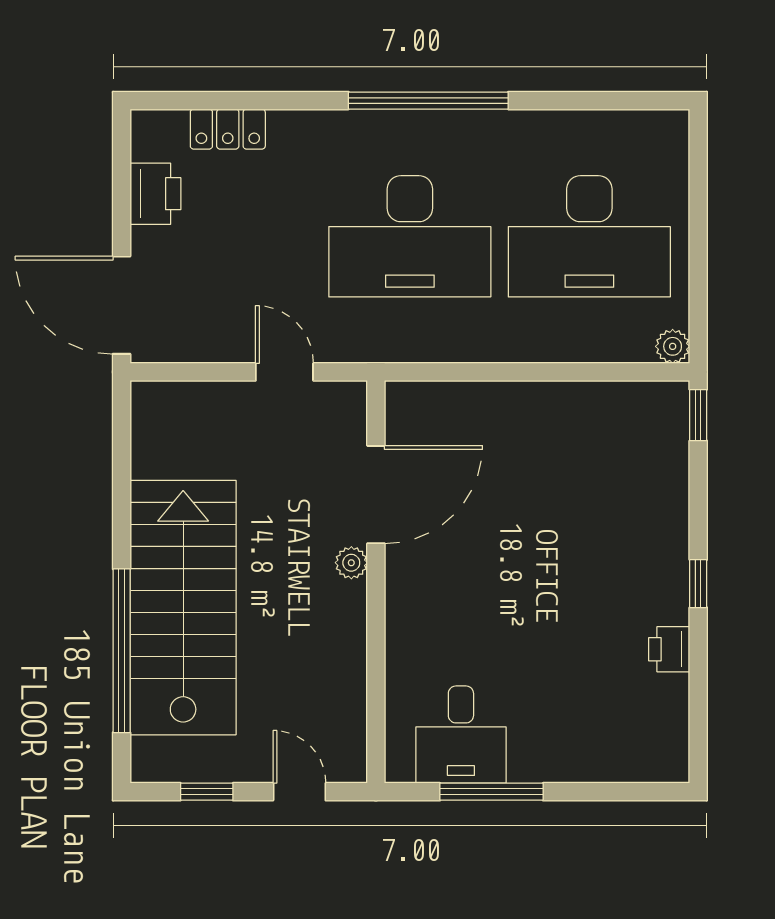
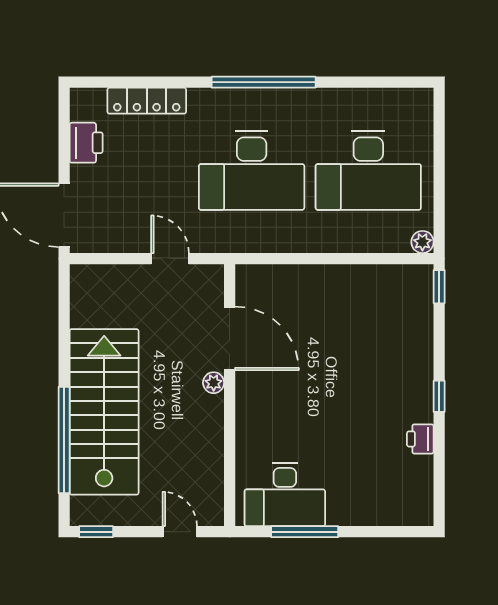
locker: (228, 129) -> (147, 101), width x1.53
door: (376, 495) -> (230, 338), hinge flipped
desk: (461, 735) -> (285, 494), width x1.37
window: (207, 792) -> (96, 532), moved

